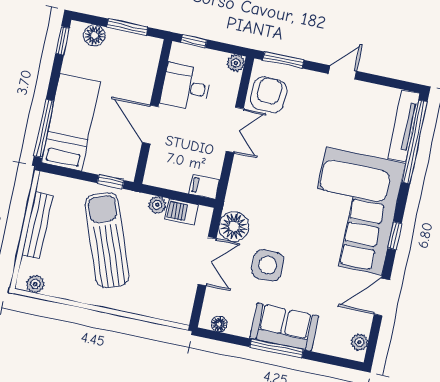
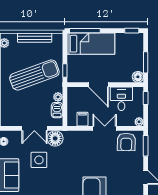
floor lamp: (94, 35) -> (138, 77), moved
armchair: (269, 95) -> (126, 142), turned 87
door: (150, 125) -> (98, 85), swing flipped
double door: (235, 130) -> (105, 128), swing flipped
filing cabinet: (205, 187) -> (82, 119), moved

